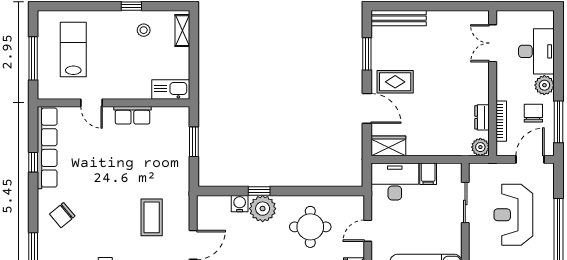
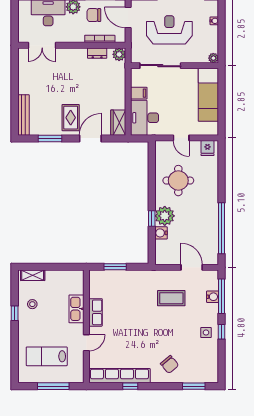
kitchen sink: (171, 90) -> (76, 309), moved
sliding door: (465, 203) -> (160, 66), width x1.37
reception desk: (513, 215) -> (169, 30), turned 180

